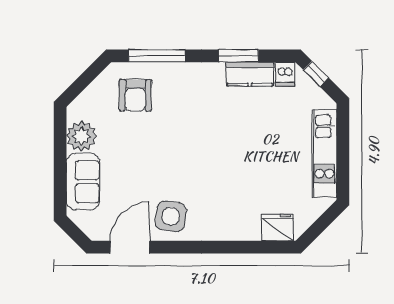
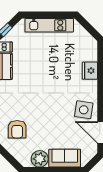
armchair: (135, 95) -> (17, 129), turned 89
fridge: (278, 227) -> (90, 71), moved

